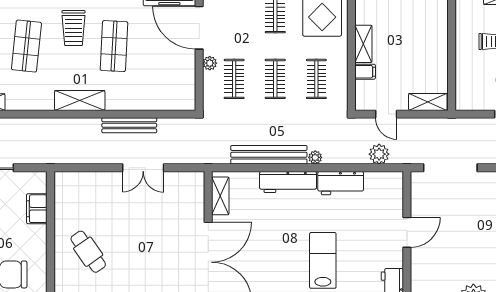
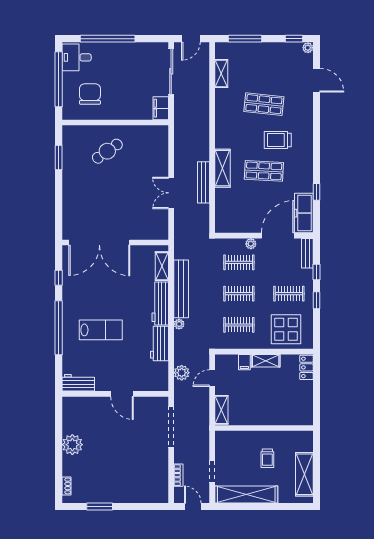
shelving: (80, 100) -> (222, 168), moved
shelving: (220, 196) -> (162, 266), moved, turned 90
filing cabinet: (37, 209) -> (161, 108), moved, turned -90

